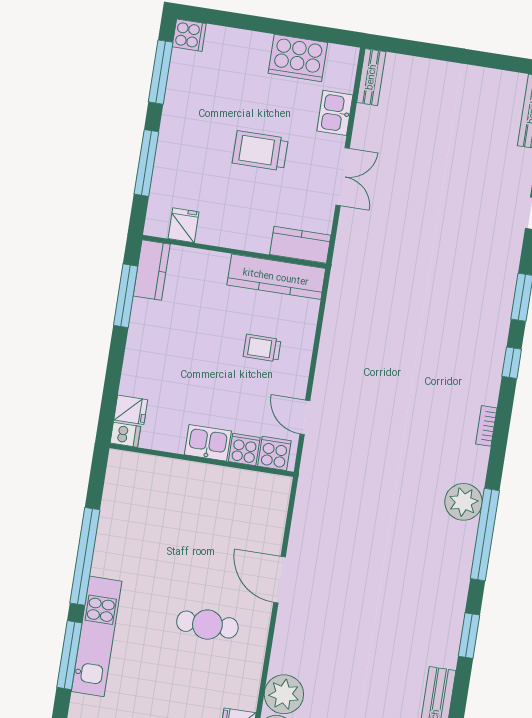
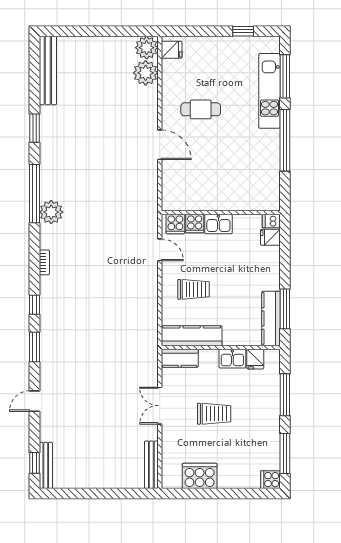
bench: (371, 77) -> (151, 465), width x1.36
kitchen sink: (335, 113) -> (232, 359), moved, turned 90
kitchen counter: (152, 270) -> (271, 318), width x1.50
trolley: (262, 348) -> (193, 289), width x1.36, depth x1.39

